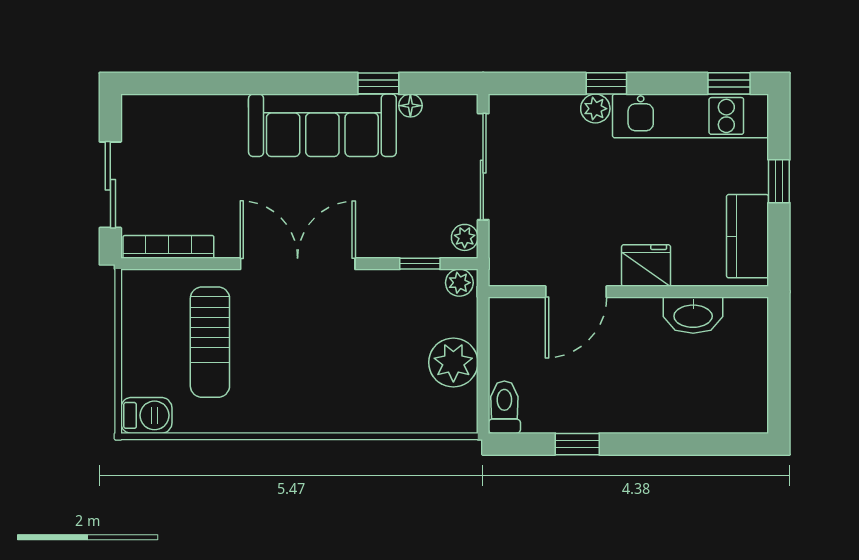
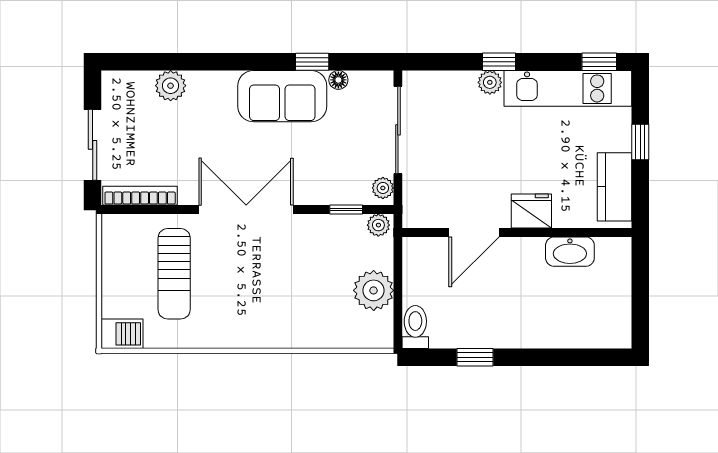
plant: (206, 113) -> (171, 86), added
sofa: (322, 125) -> (282, 96), width x0.73

